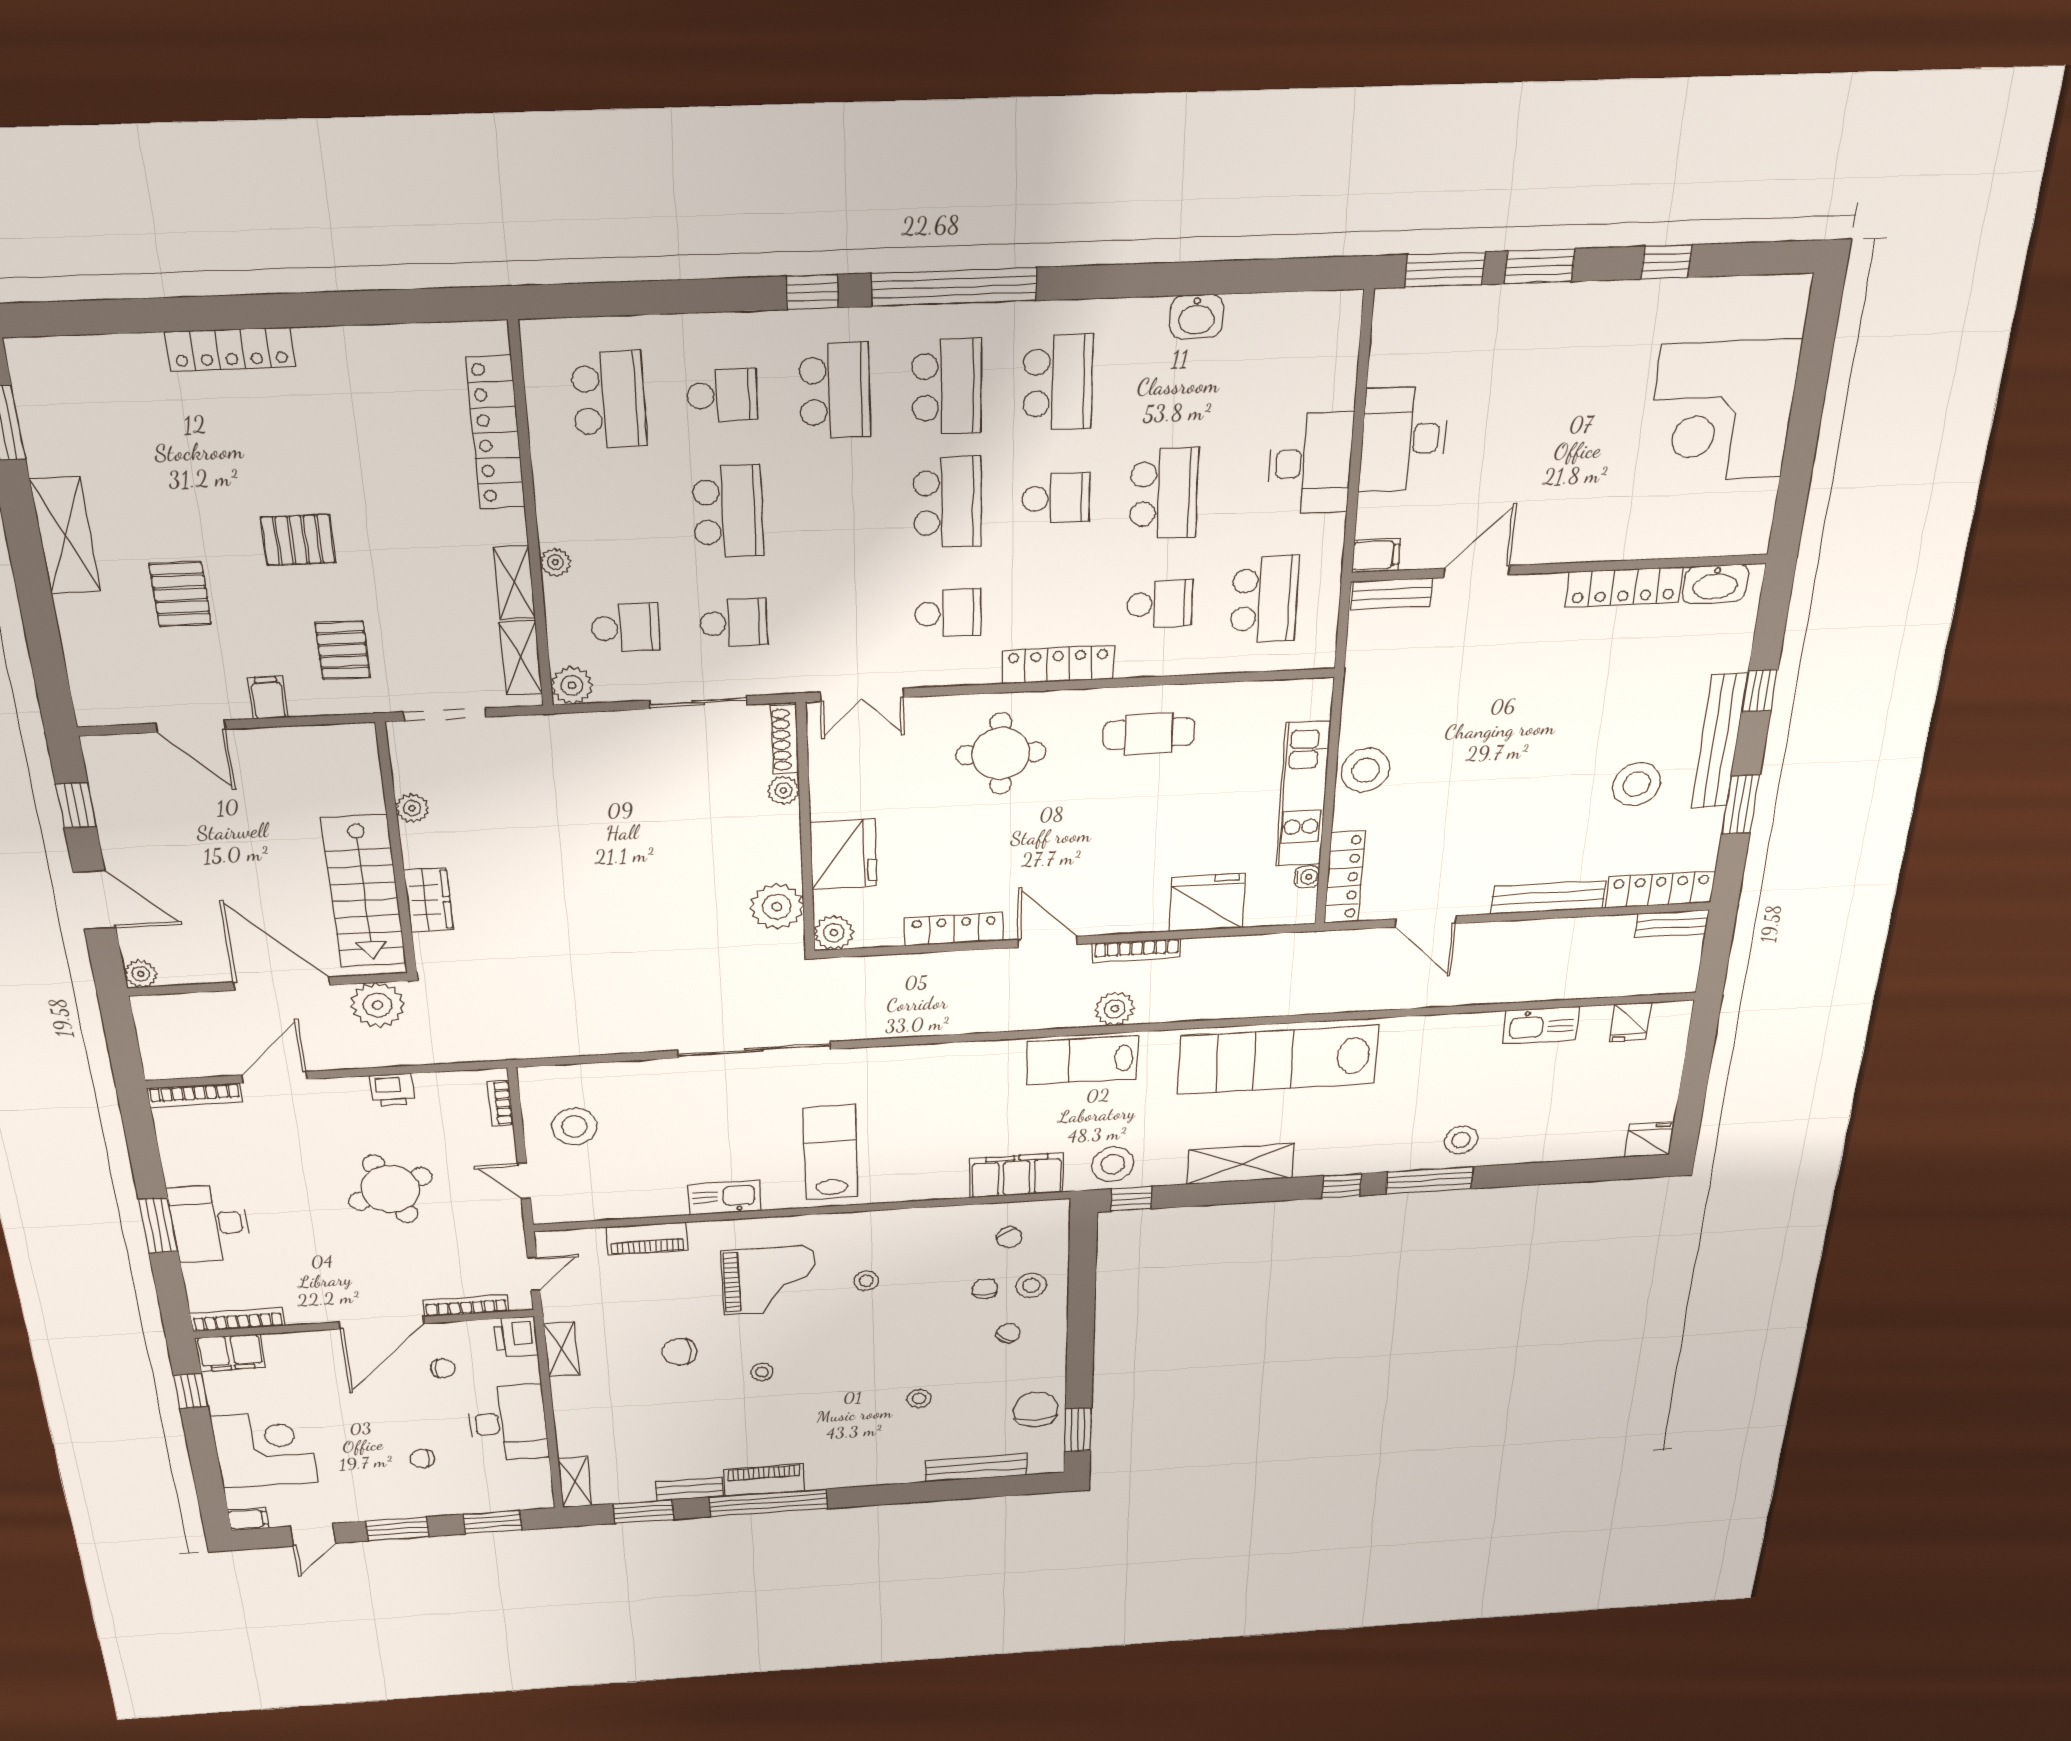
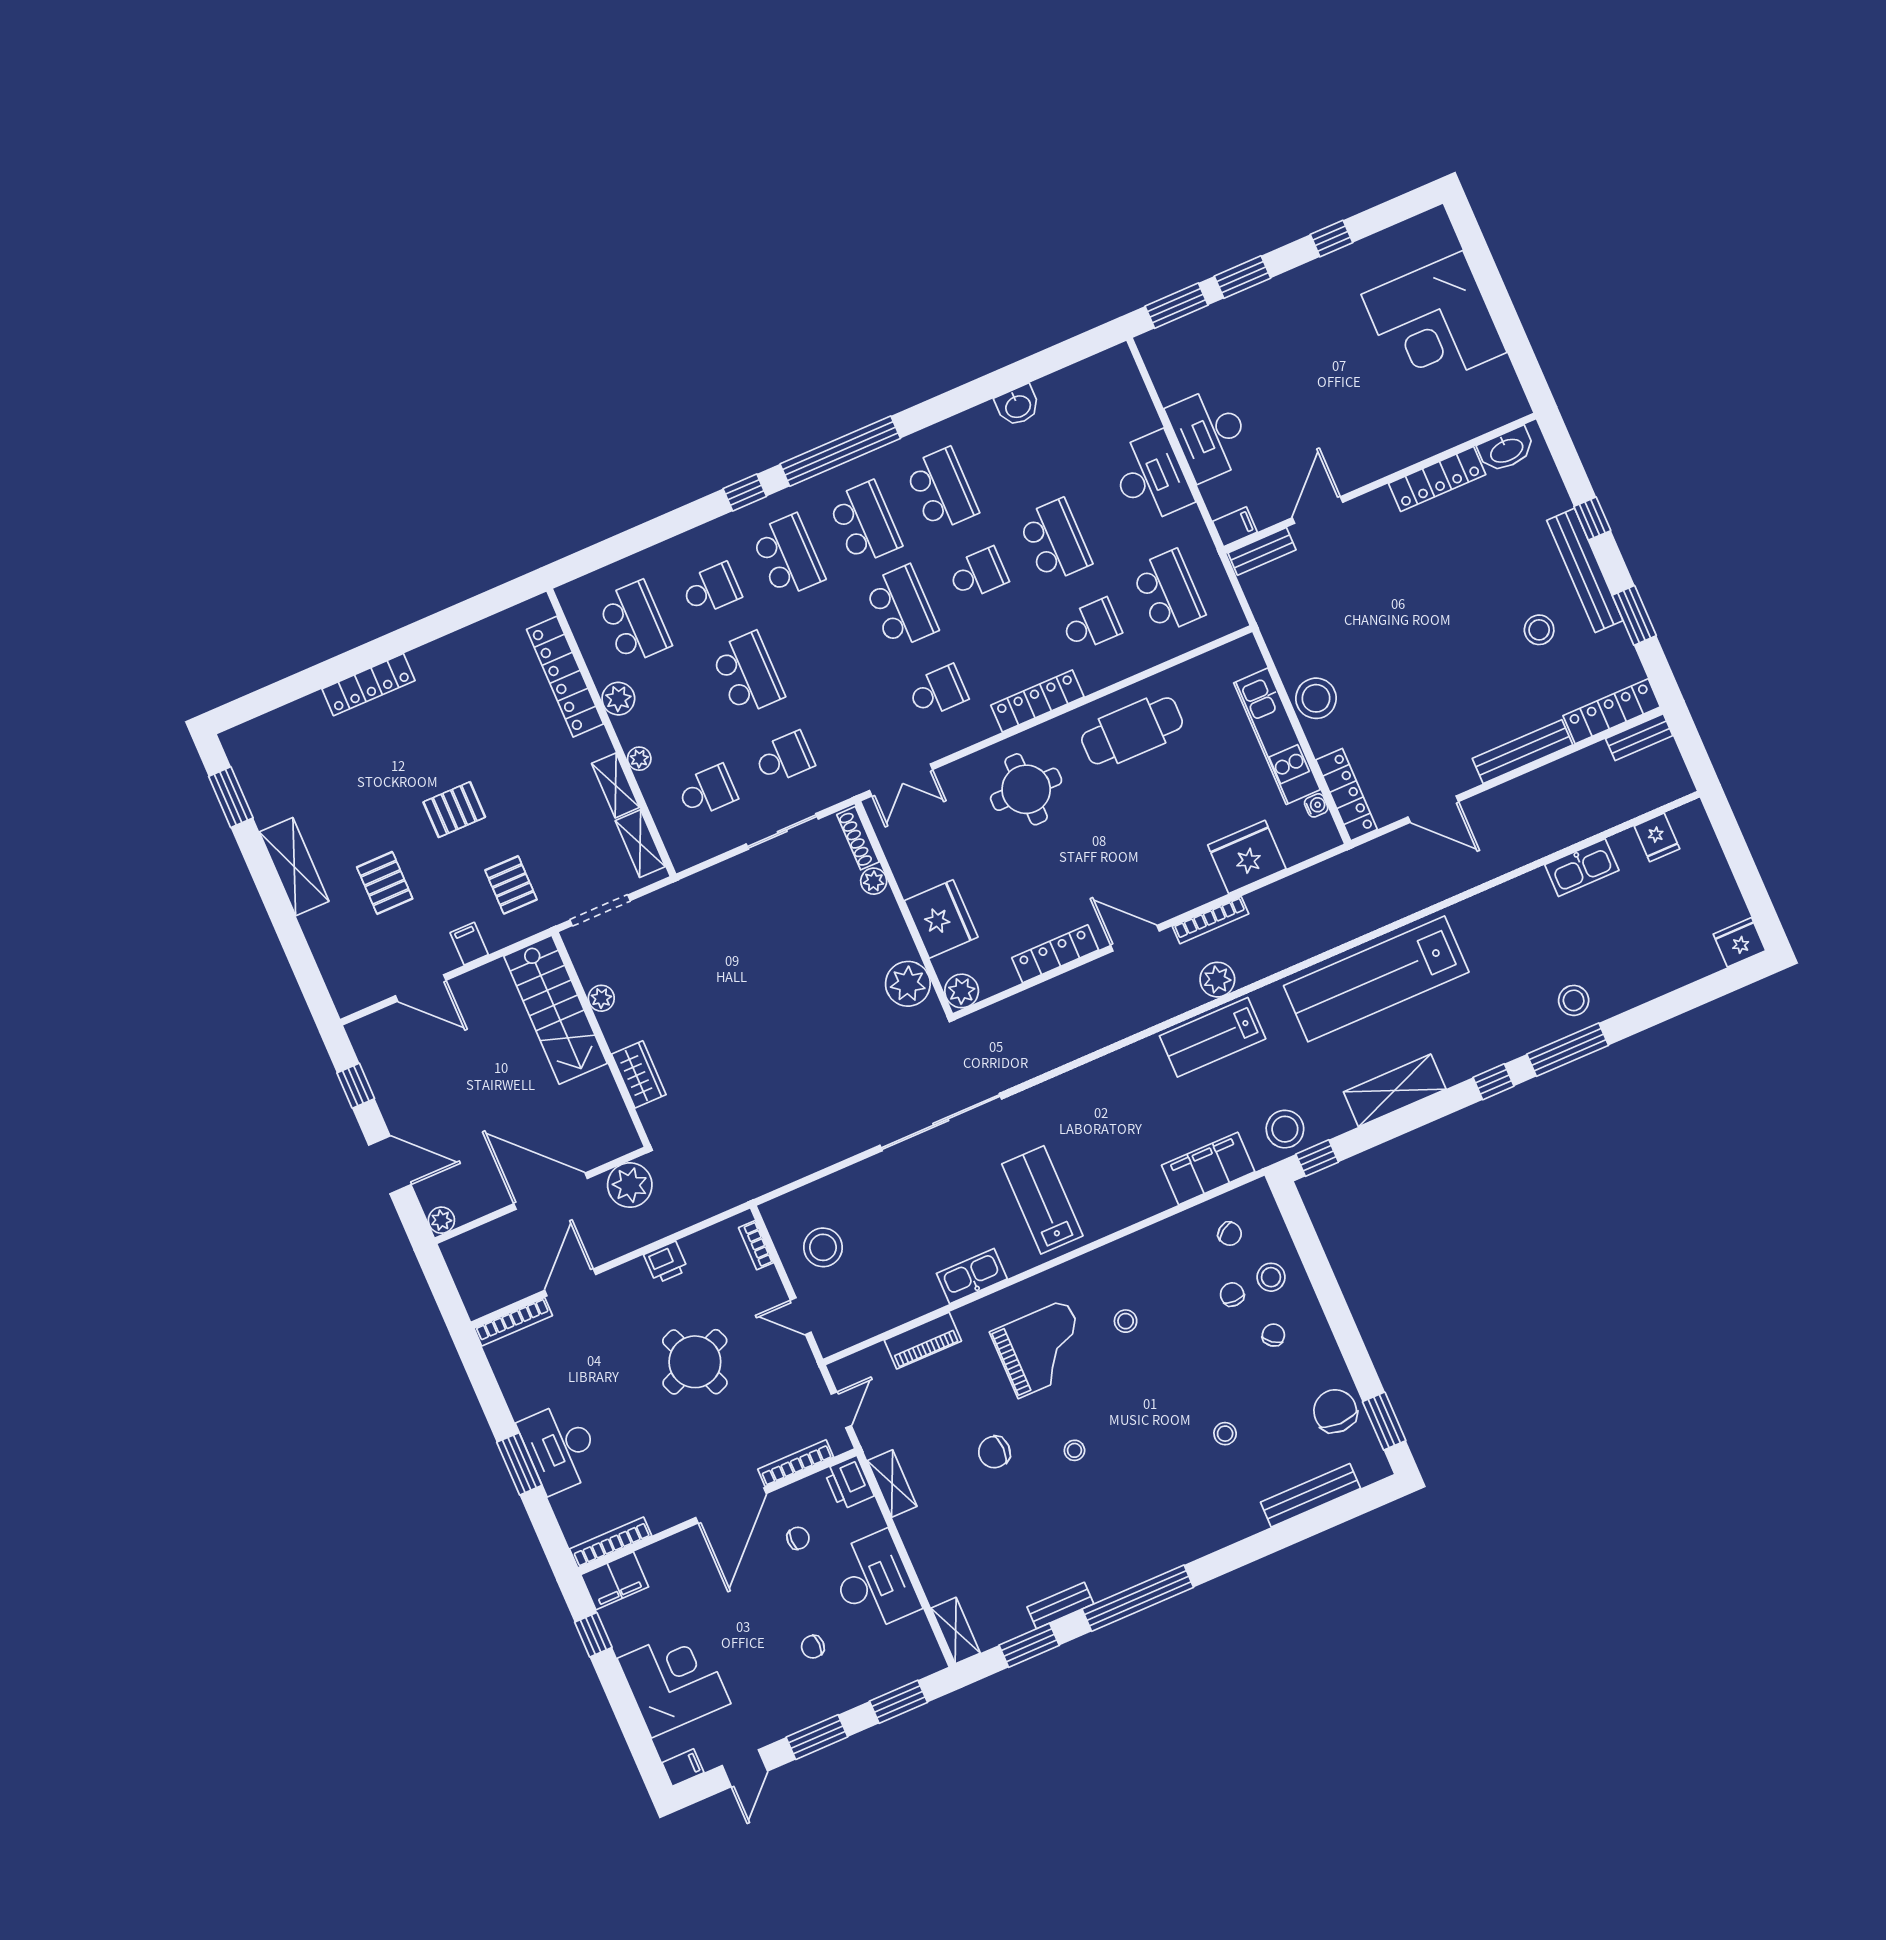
plant: (572, 685) -> (618, 699), moved
cafe table: (1149, 734) -> (1132, 731), width x1.37, depth x1.35
stool: (1637, 784) -> (1539, 630), width x0.73, depth x0.73
stairs: (364, 892) -> (556, 1010), moved
piano: (764, 1480) -> (1124, 1573), removed

